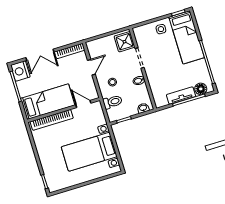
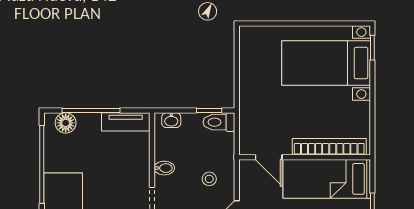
tv unit: (181, 96) -> (126, 122), moved
toilet: (113, 102) -> (219, 122), moved
bed with nightstands: (89, 152) -> (326, 63), moved, turned 180

